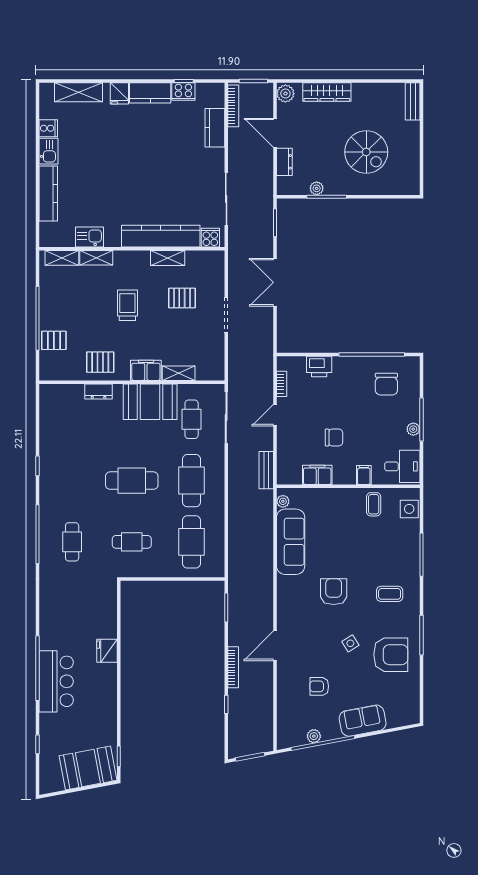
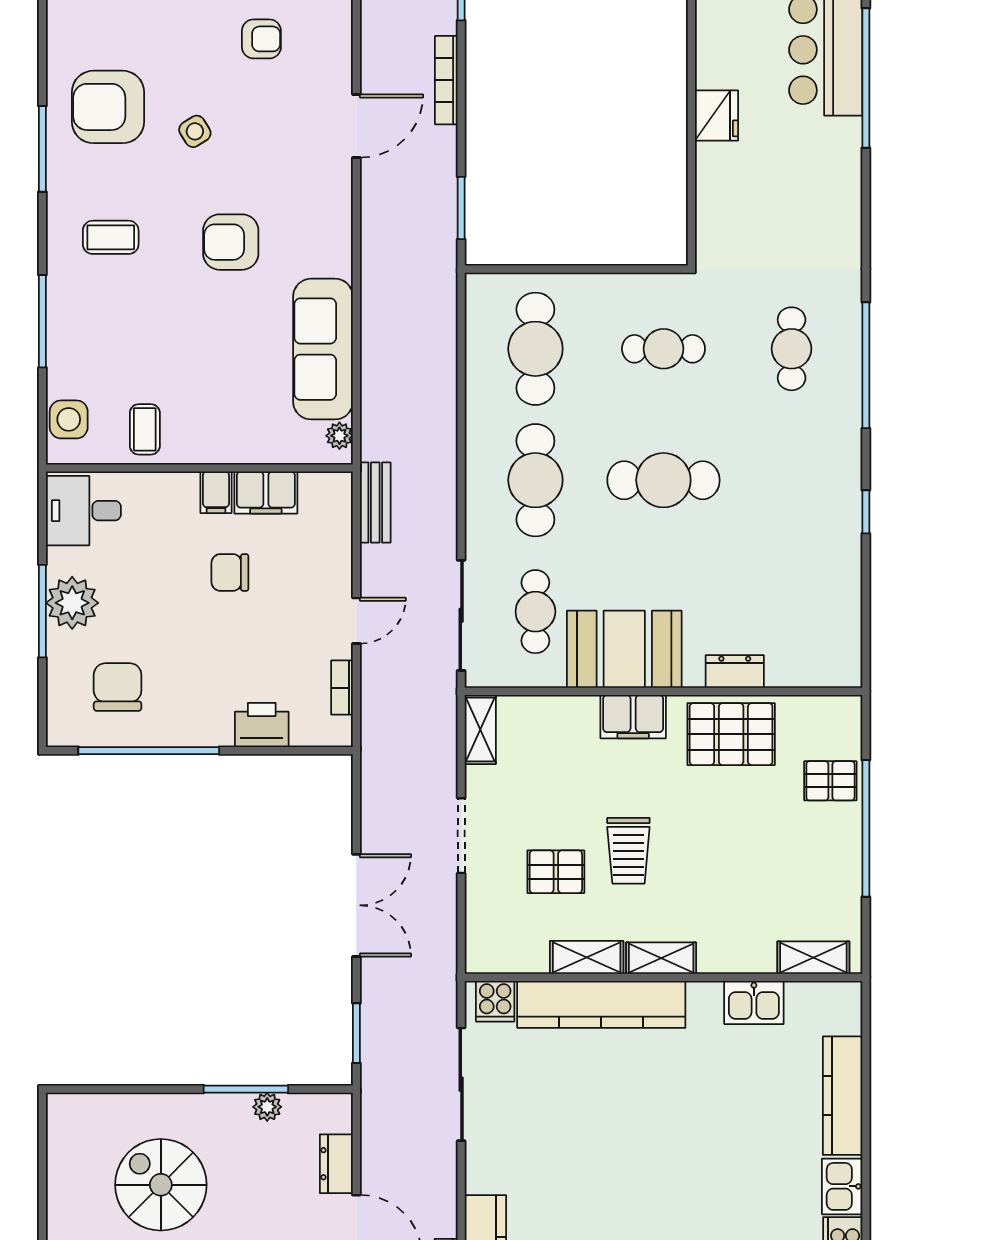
shelving: (96, 258) -> (661, 958), moved
trolley: (127, 305) -> (628, 851), moved
pallet: (100, 362) -> (731, 734), width x1.50, depth x1.42
shelving: (179, 373) -> (480, 729), moved, turned 90
plant: (413, 429) -> (72, 603), width x1.87, depth x1.87
filing cabinet: (364, 475) -> (216, 492), moved
armchair: (334, 592) -> (231, 242), turned 90

